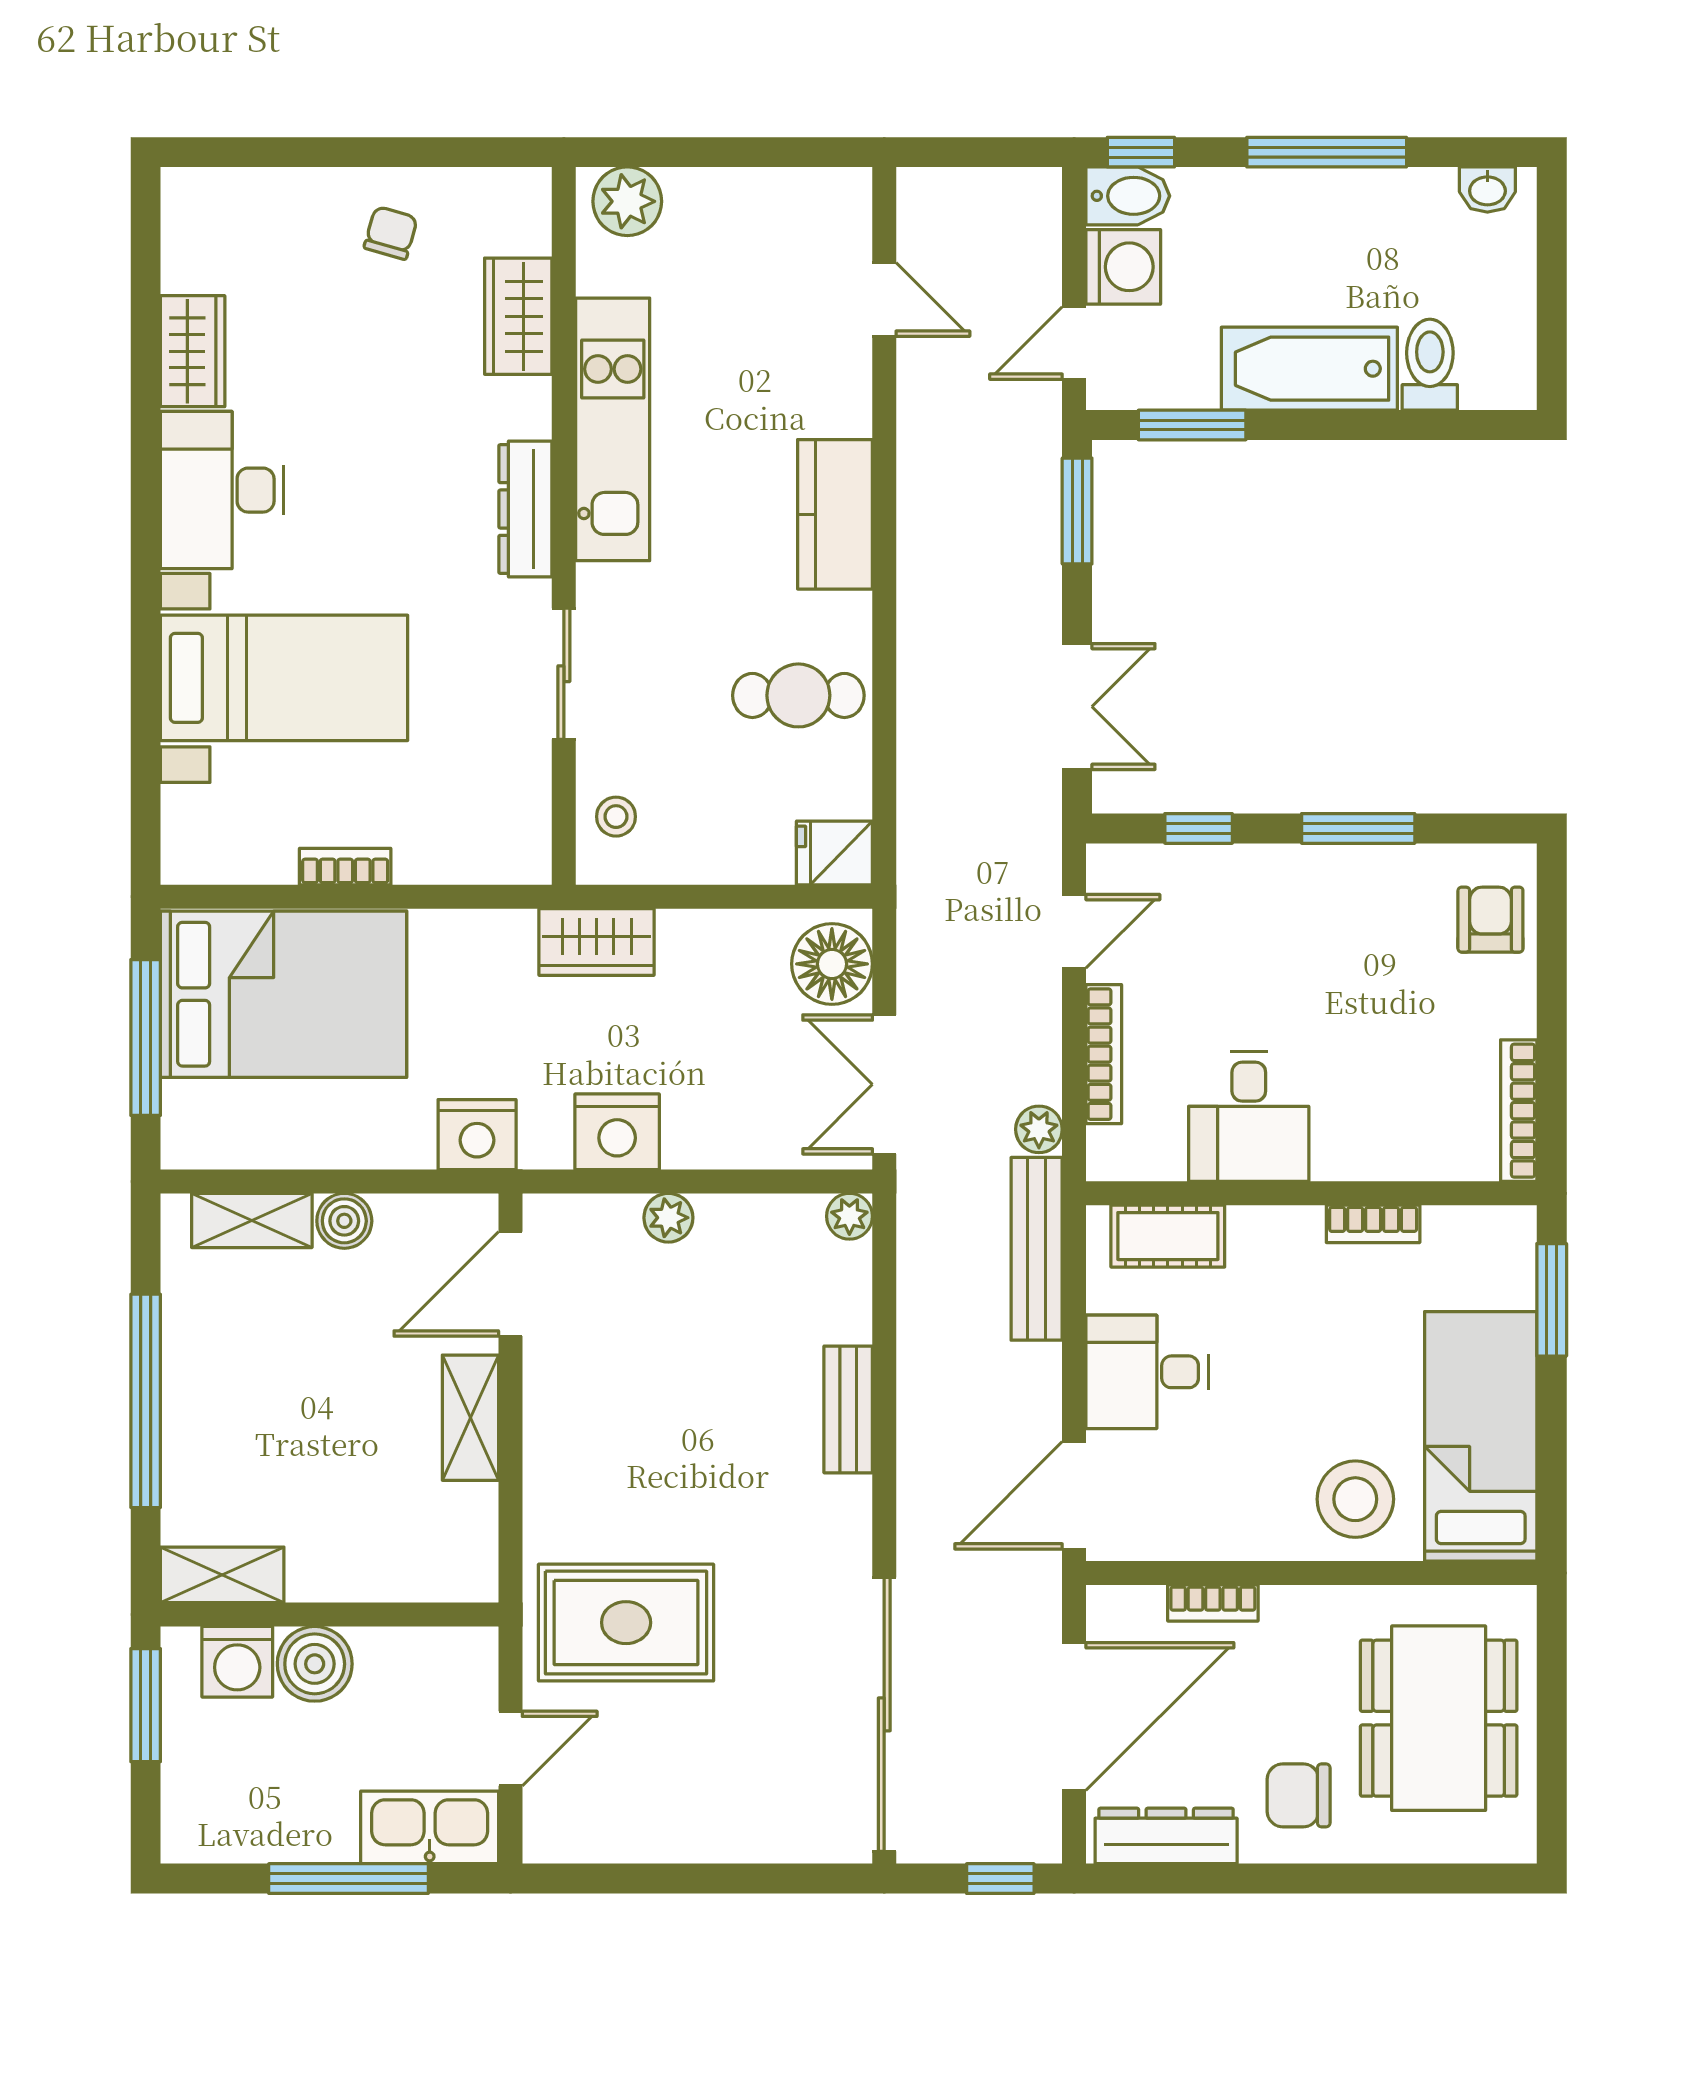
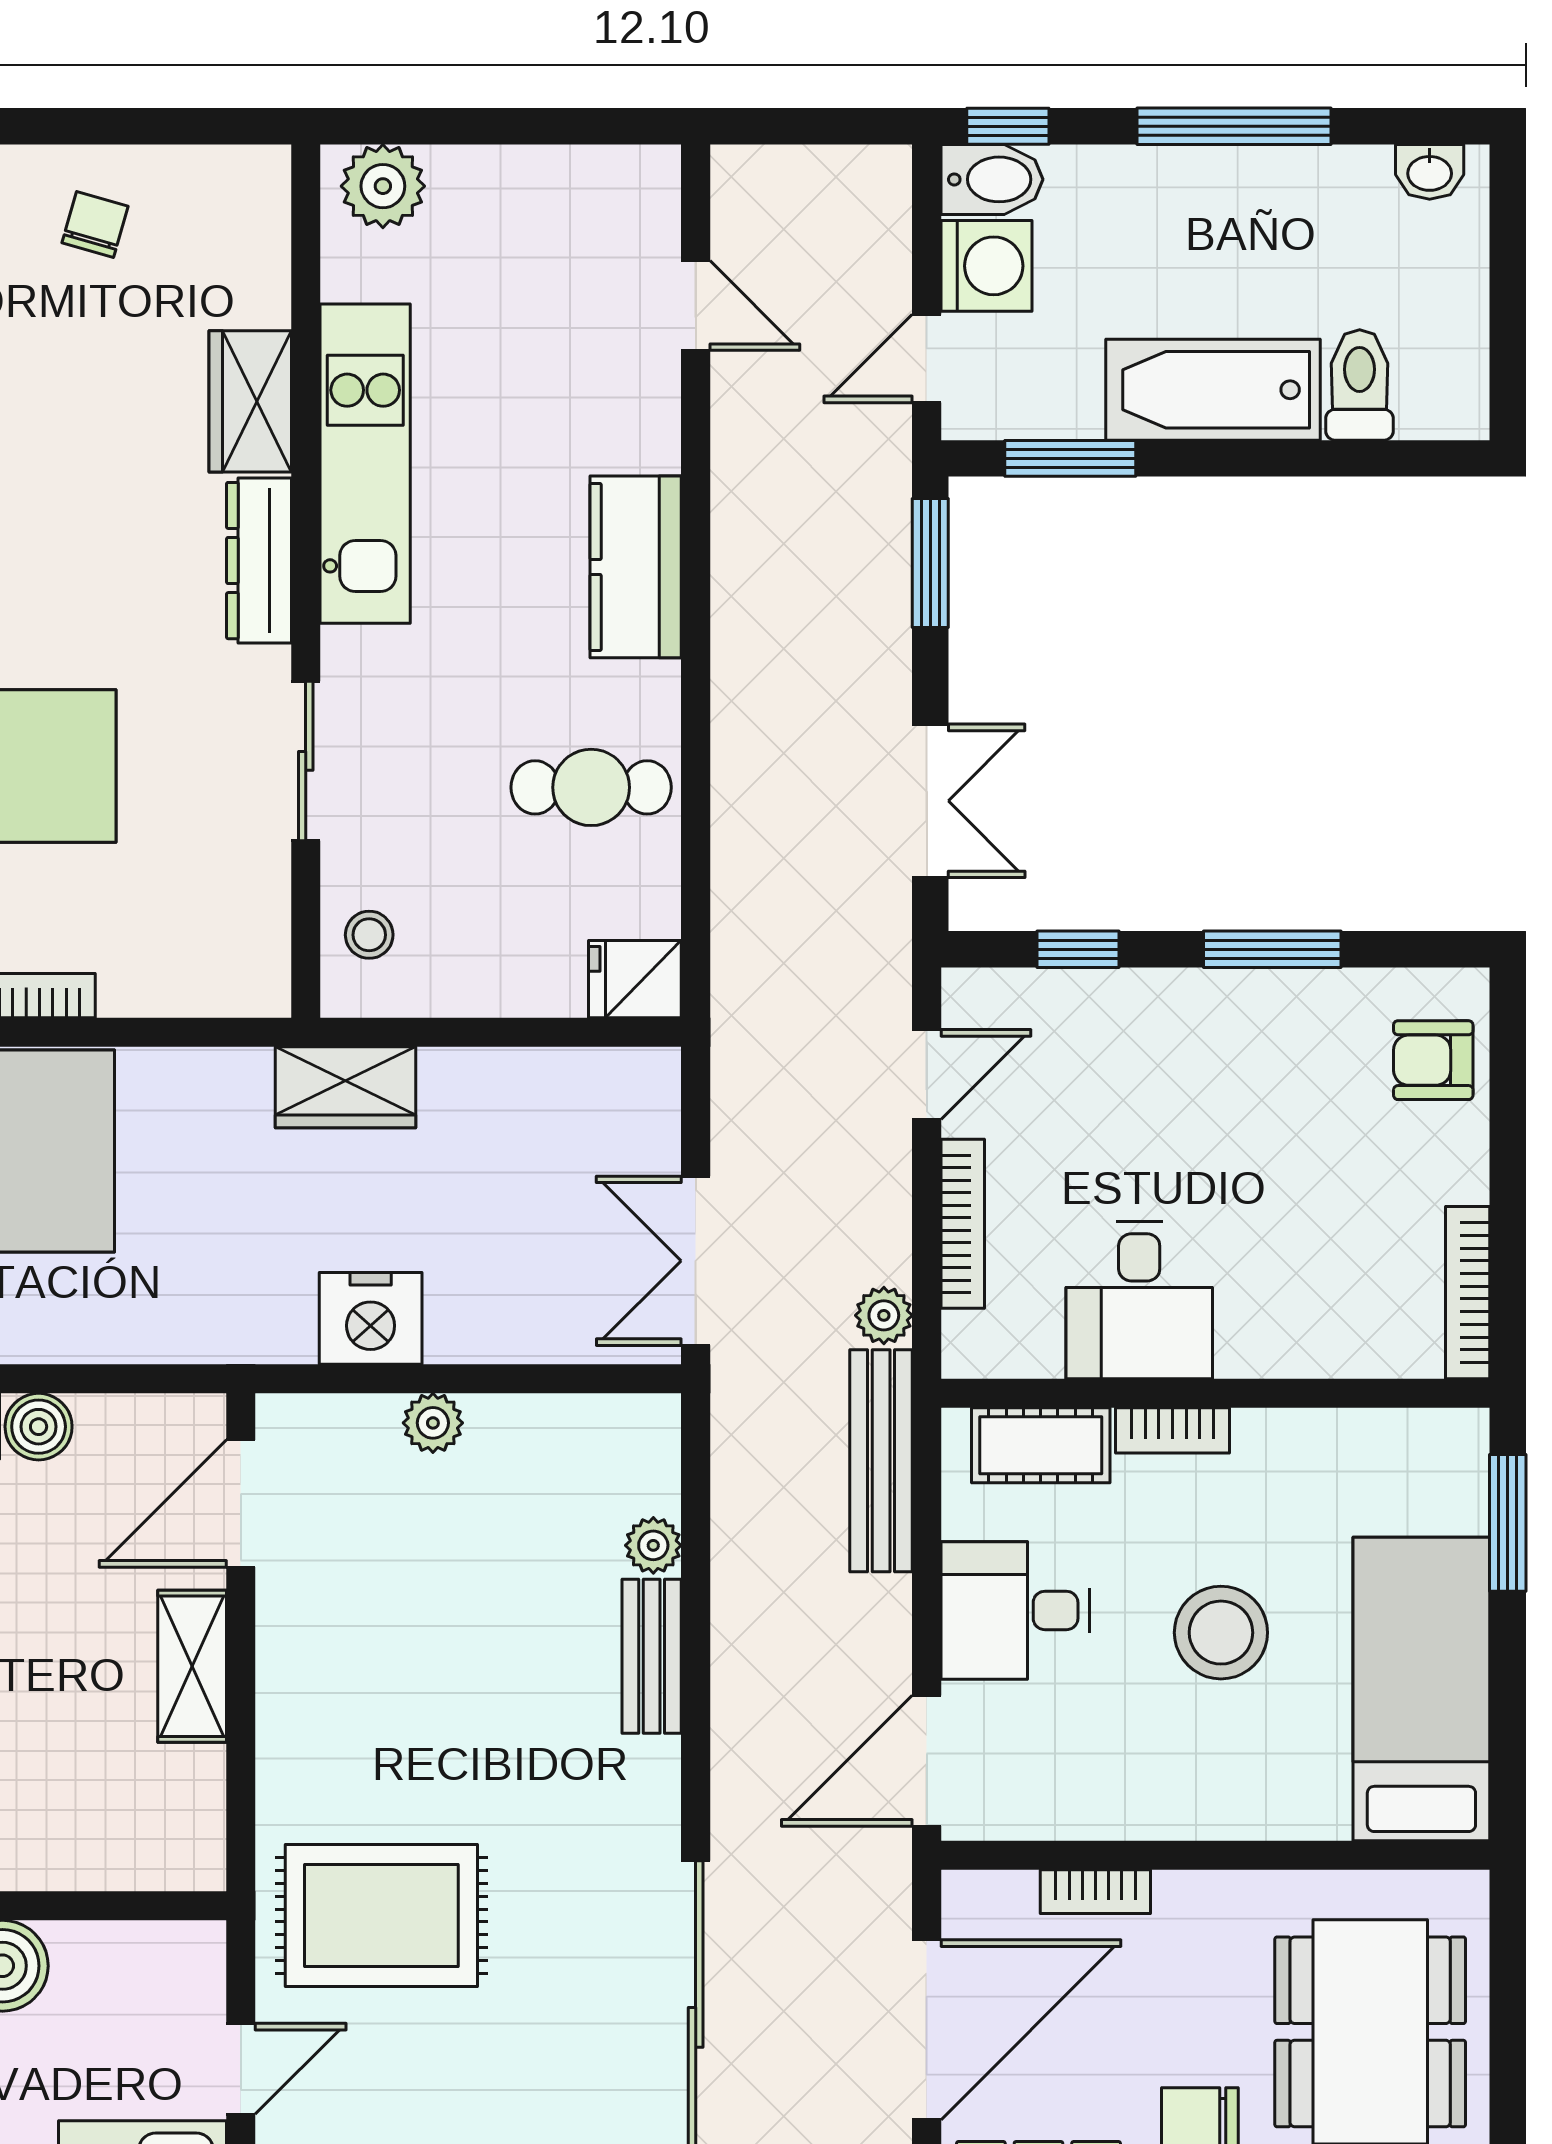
wardrobe: (518, 316) -> (250, 401), moved
armchair: (1490, 920) -> (1433, 1060), turned -90
floor lamp: (832, 964) -> (632, 1114), removed
nightstand: (477, 1135) -> (200, 1322), removed
plant: (849, 1216) -> (653, 1545), moved
bookcase: (1373, 1224) -> (1173, 1430), moved
stool: (1355, 1499) -> (1221, 1633), moved

